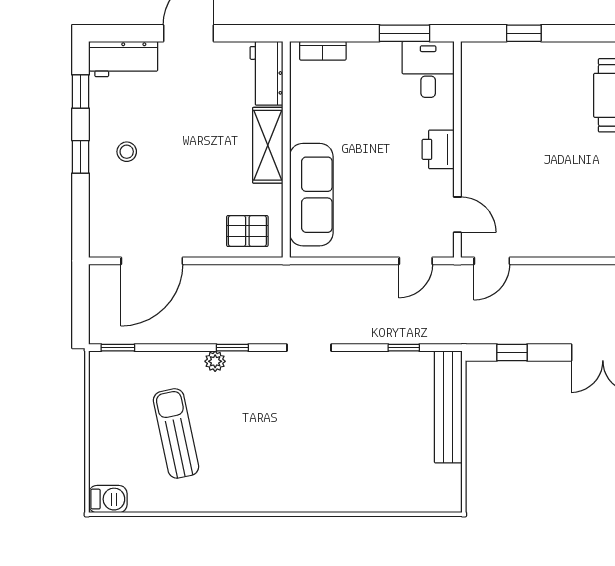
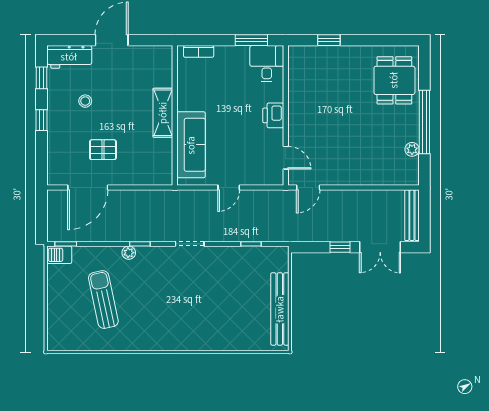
workbench: (267, 73) -> (162, 66), removed
stool: (127, 152) -> (85, 101), moved
pallet: (247, 231) -> (103, 150), moved
door: (416, 261) -> (229, 188), moved
window: (512, 353) -> (340, 247), moved
bench: (448, 407) -> (280, 309), moved
barbecue: (108, 499) -> (59, 255), moved, turned 180

